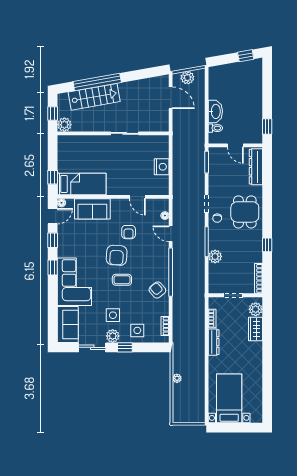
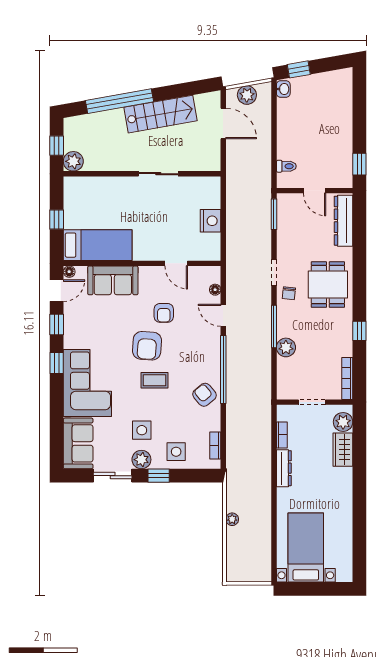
window: (246, 56) -> (299, 69), moved
stairs: (94, 97) -> (161, 114), moved
washbasin: (215, 111) -> (283, 89), moved, width x0.52, depth x0.69
window: (53, 177) -> (57, 219), moved

